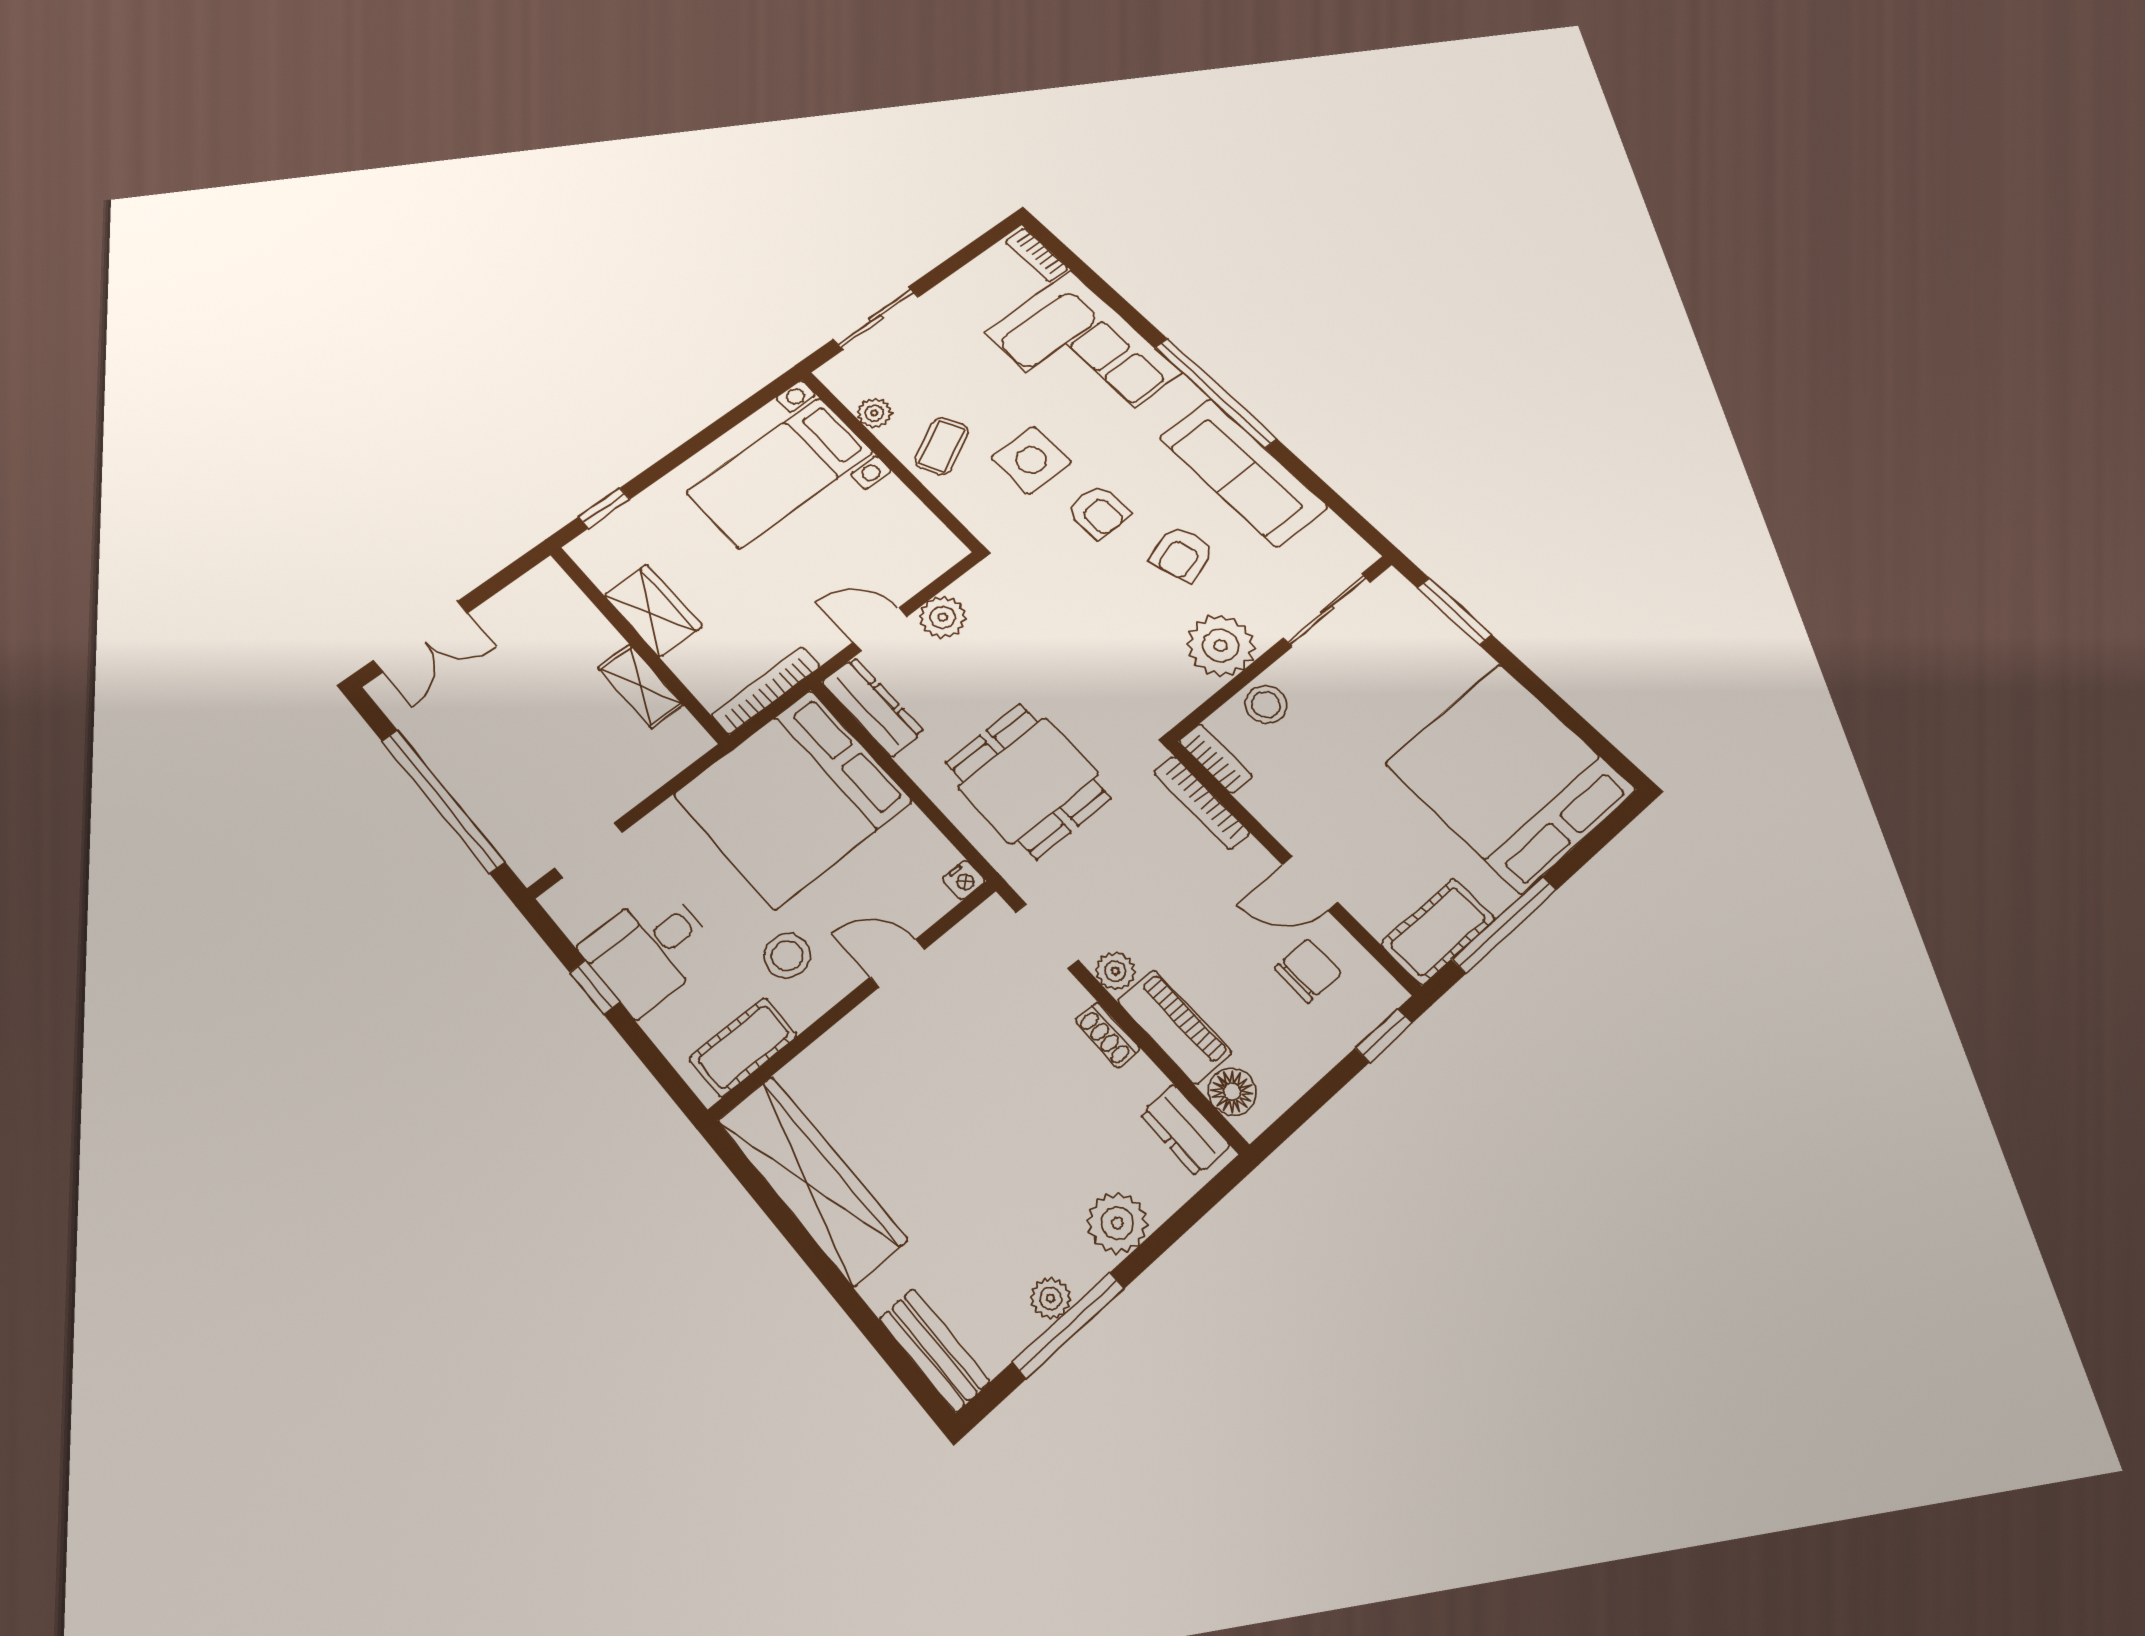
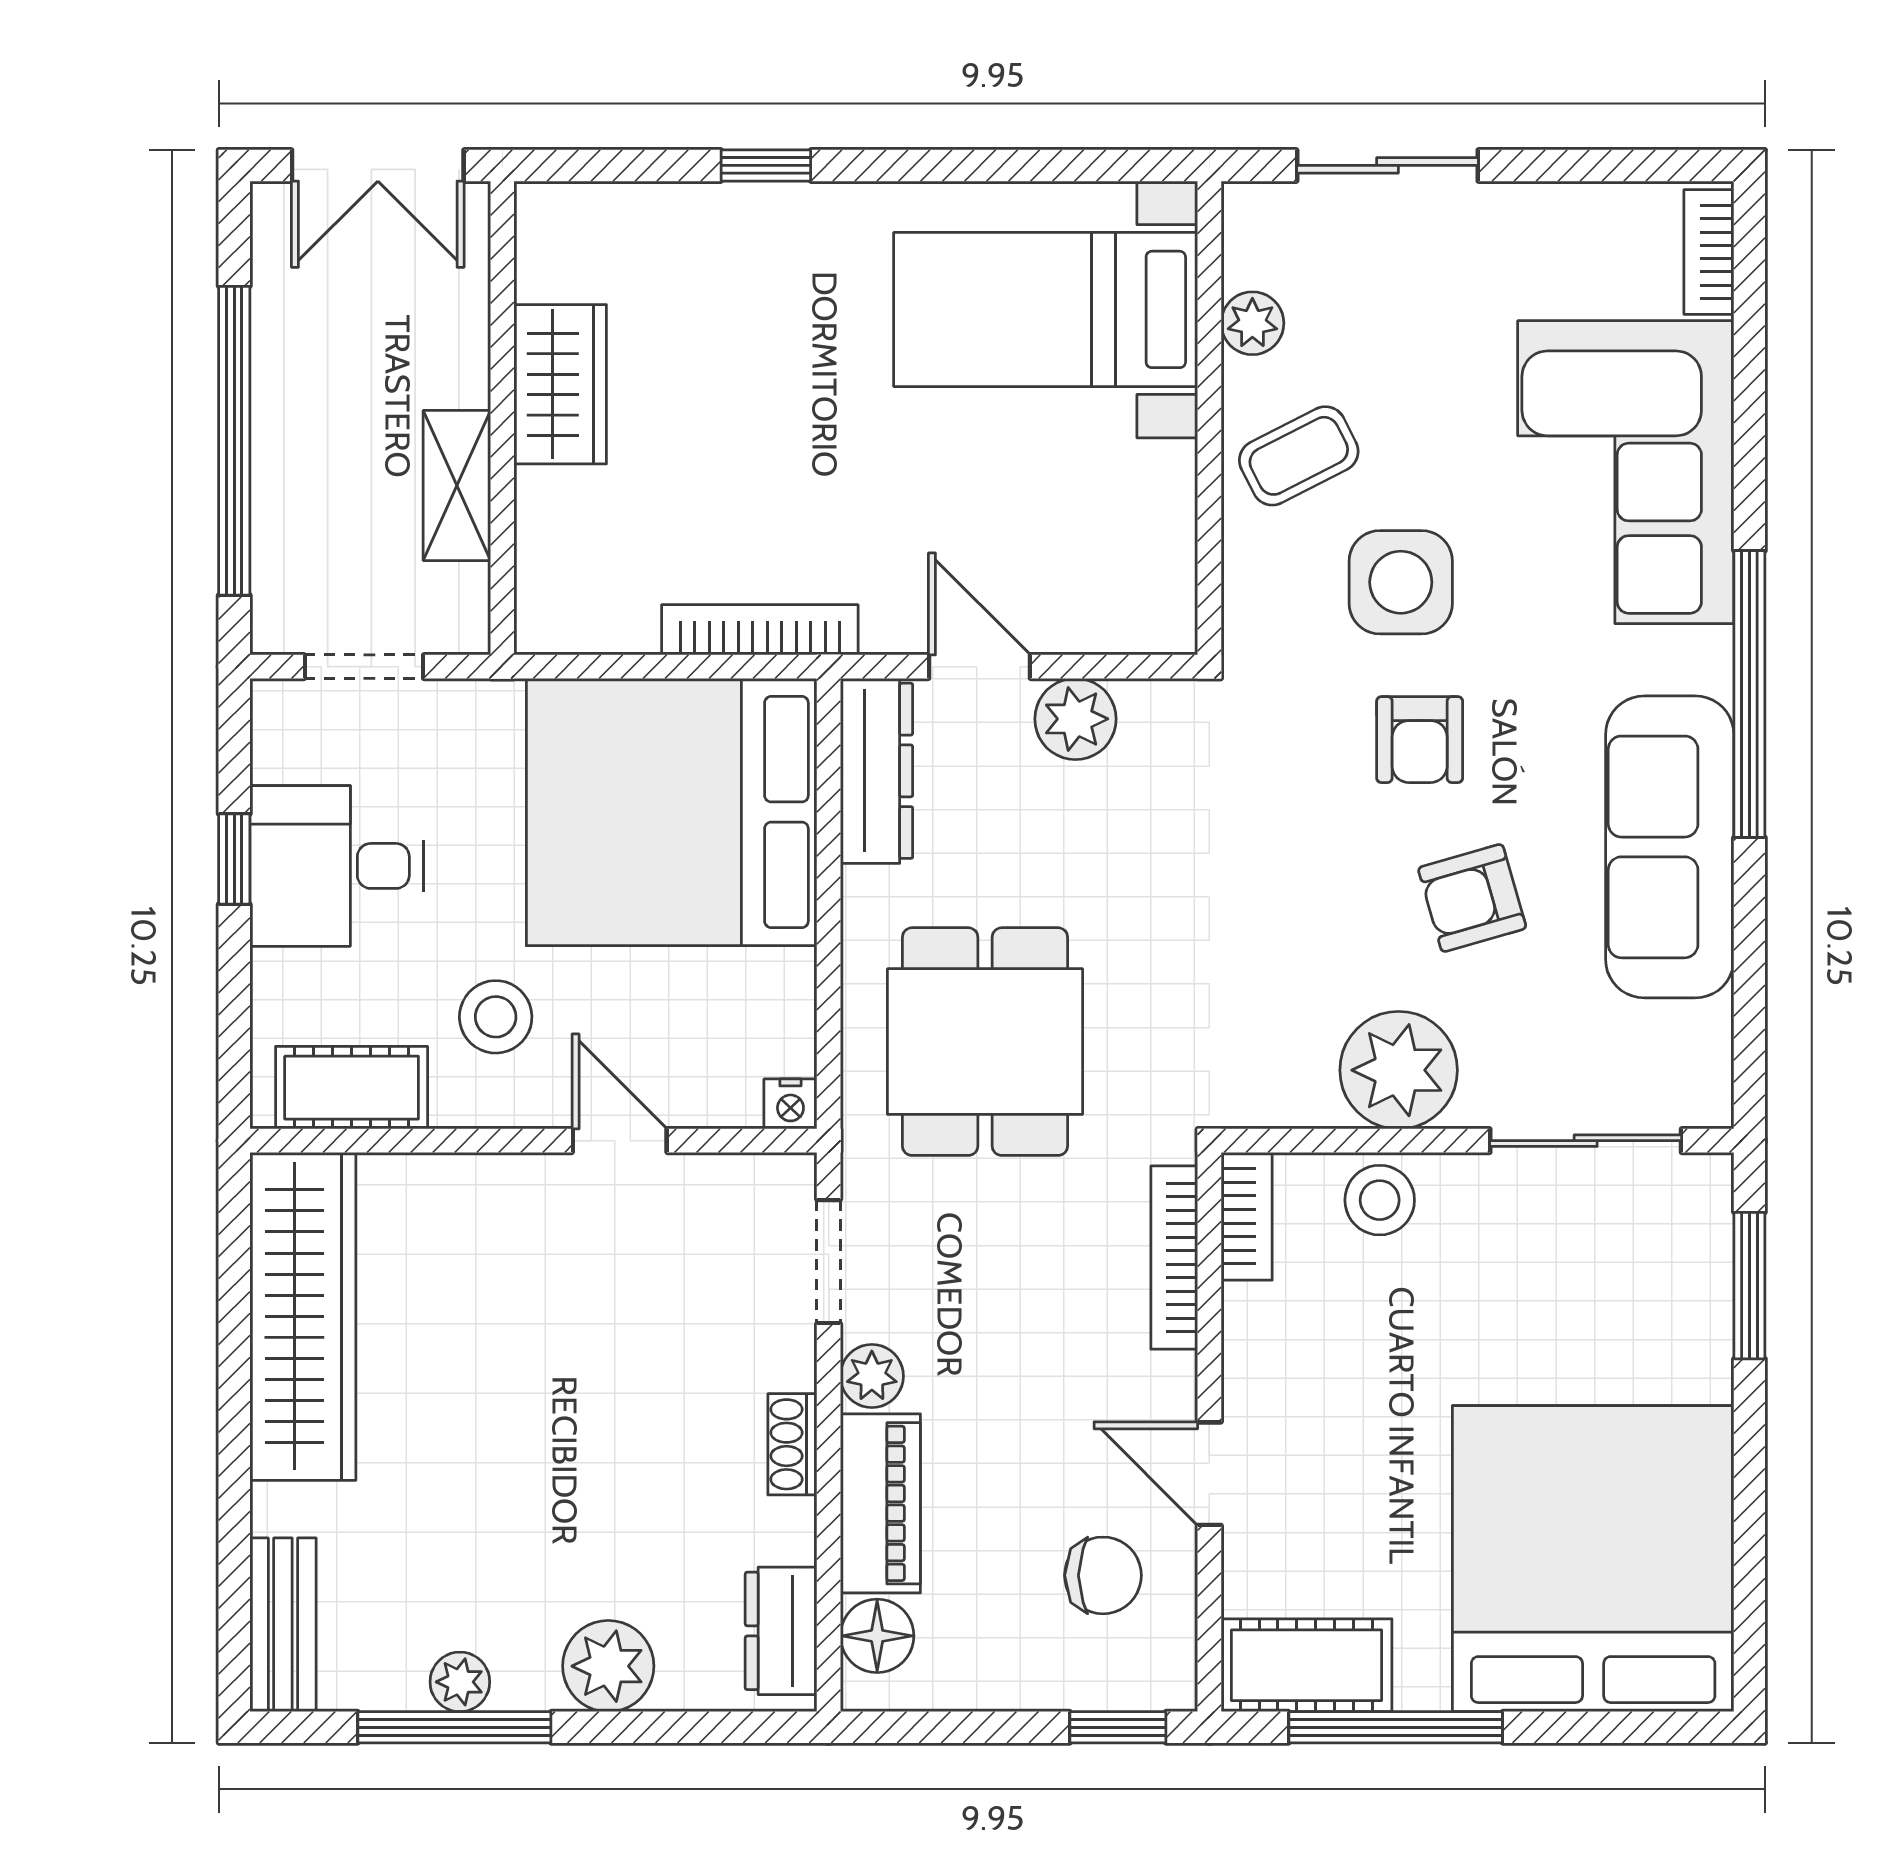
wardrobe: (653, 611) -> (560, 384), moved
wall: (638, 643) -> (502, 418), moved
shelving: (640, 686) -> (457, 485), moved

